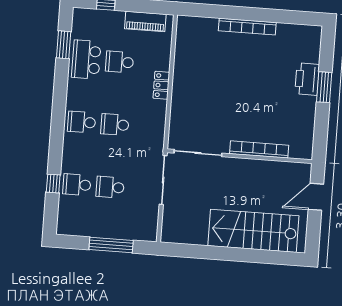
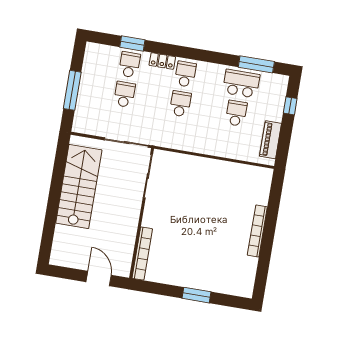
window: (64, 45) -> (256, 64), width x1.44
printer: (307, 79) -> (205, 280), removed
locker: (161, 85) -> (162, 61), moved, turned 180
bookcase: (259, 149) -> (142, 254), moved
window: (53, 184) -> (132, 43), width x1.50
stairs: (253, 231) -> (79, 186), moved

